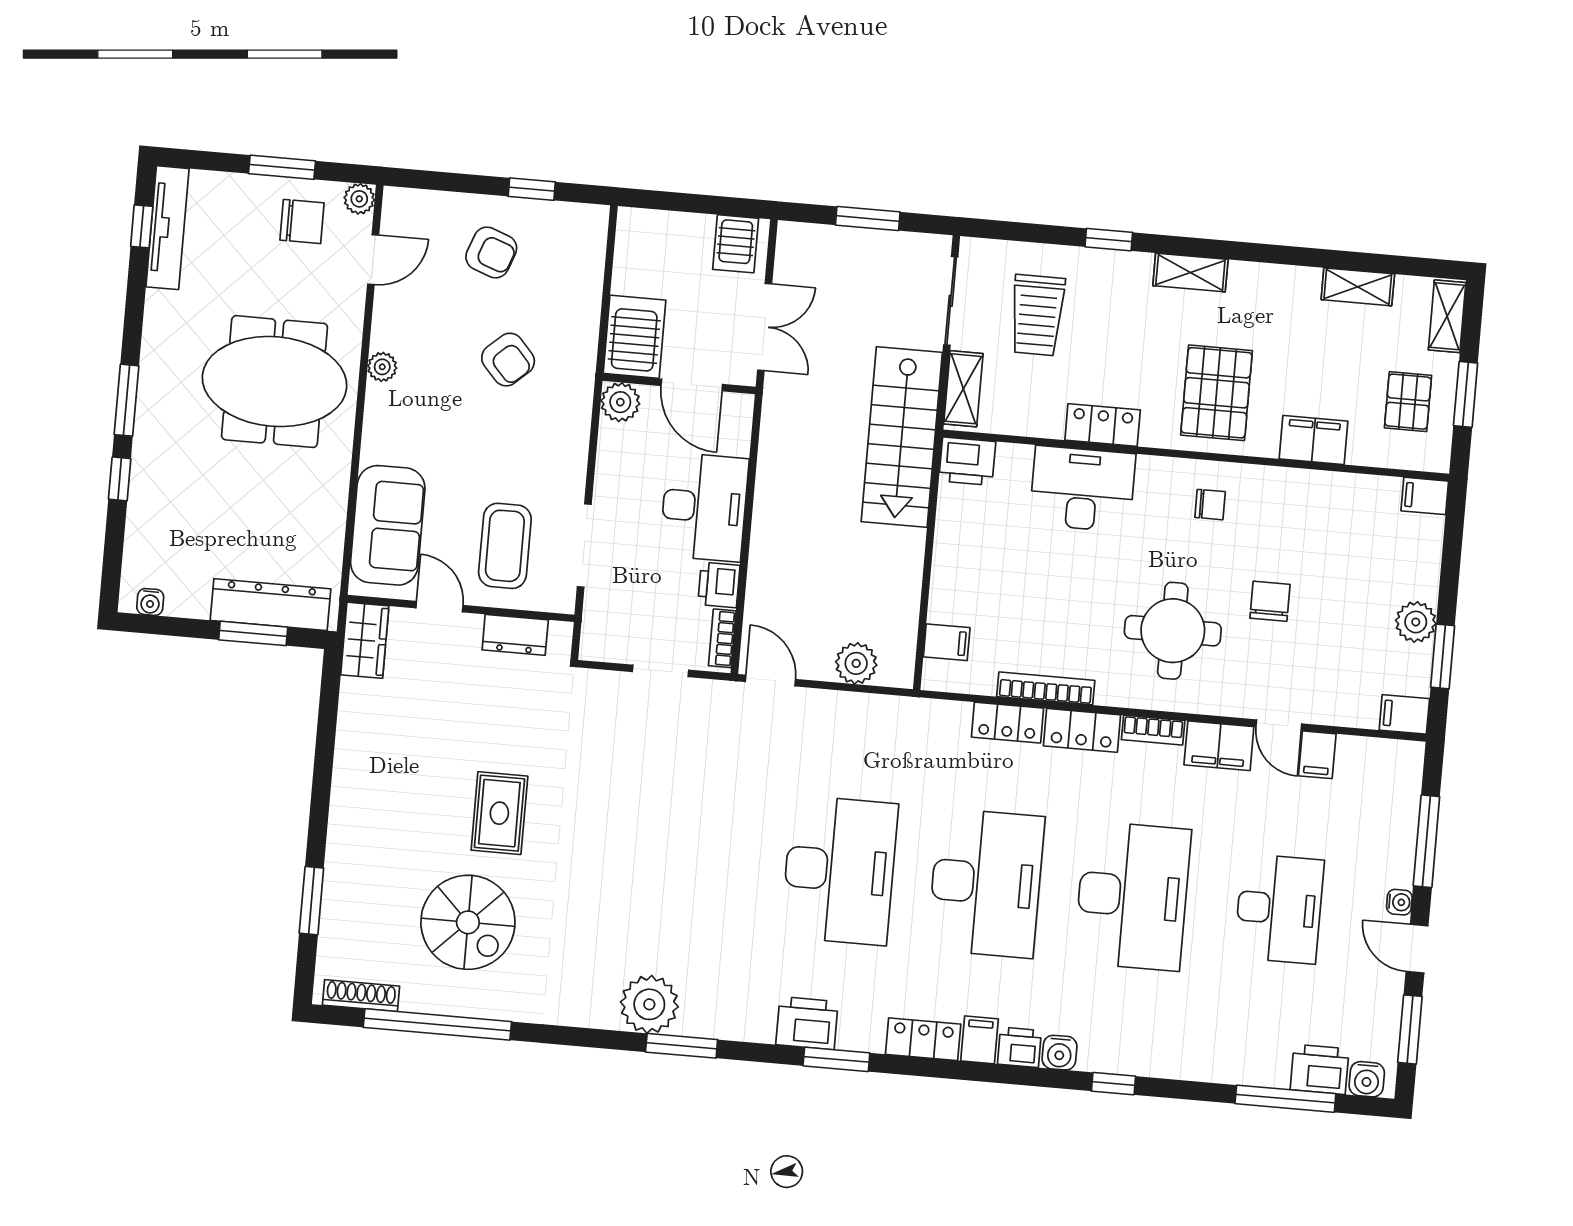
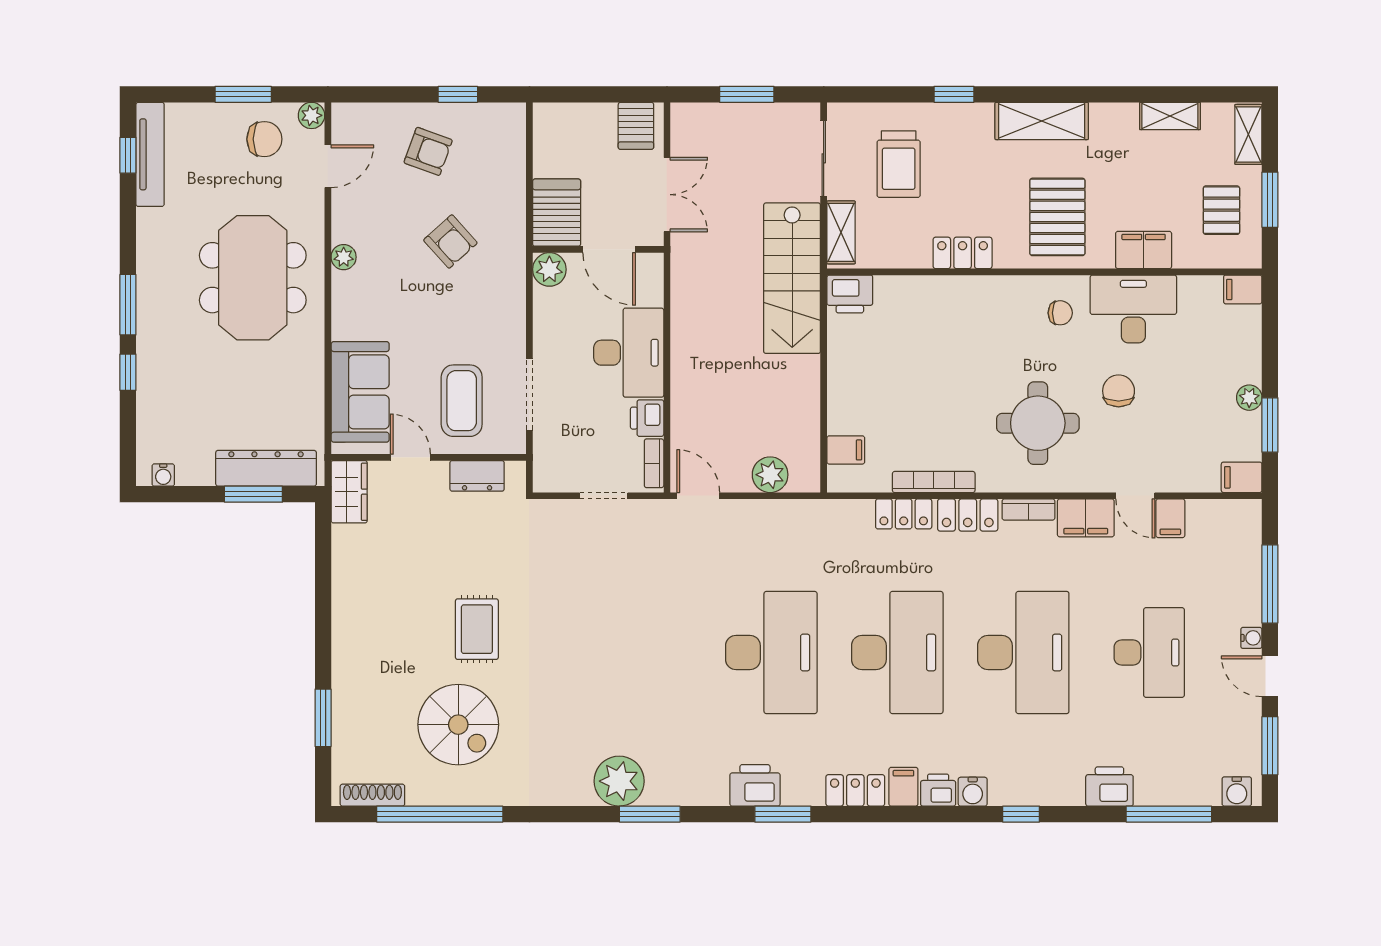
shelving: (1190, 273) -> (1042, 121), width x1.50, depth x1.33
meeting table: (275, 382) -> (253, 278), turned 90
desk: (1082, 489) -> (1133, 309), moved
plant: (1416, 622) -> (1249, 398), width x0.73, depth x0.73
printer: (1320, 1069) -> (1109, 786), moved

